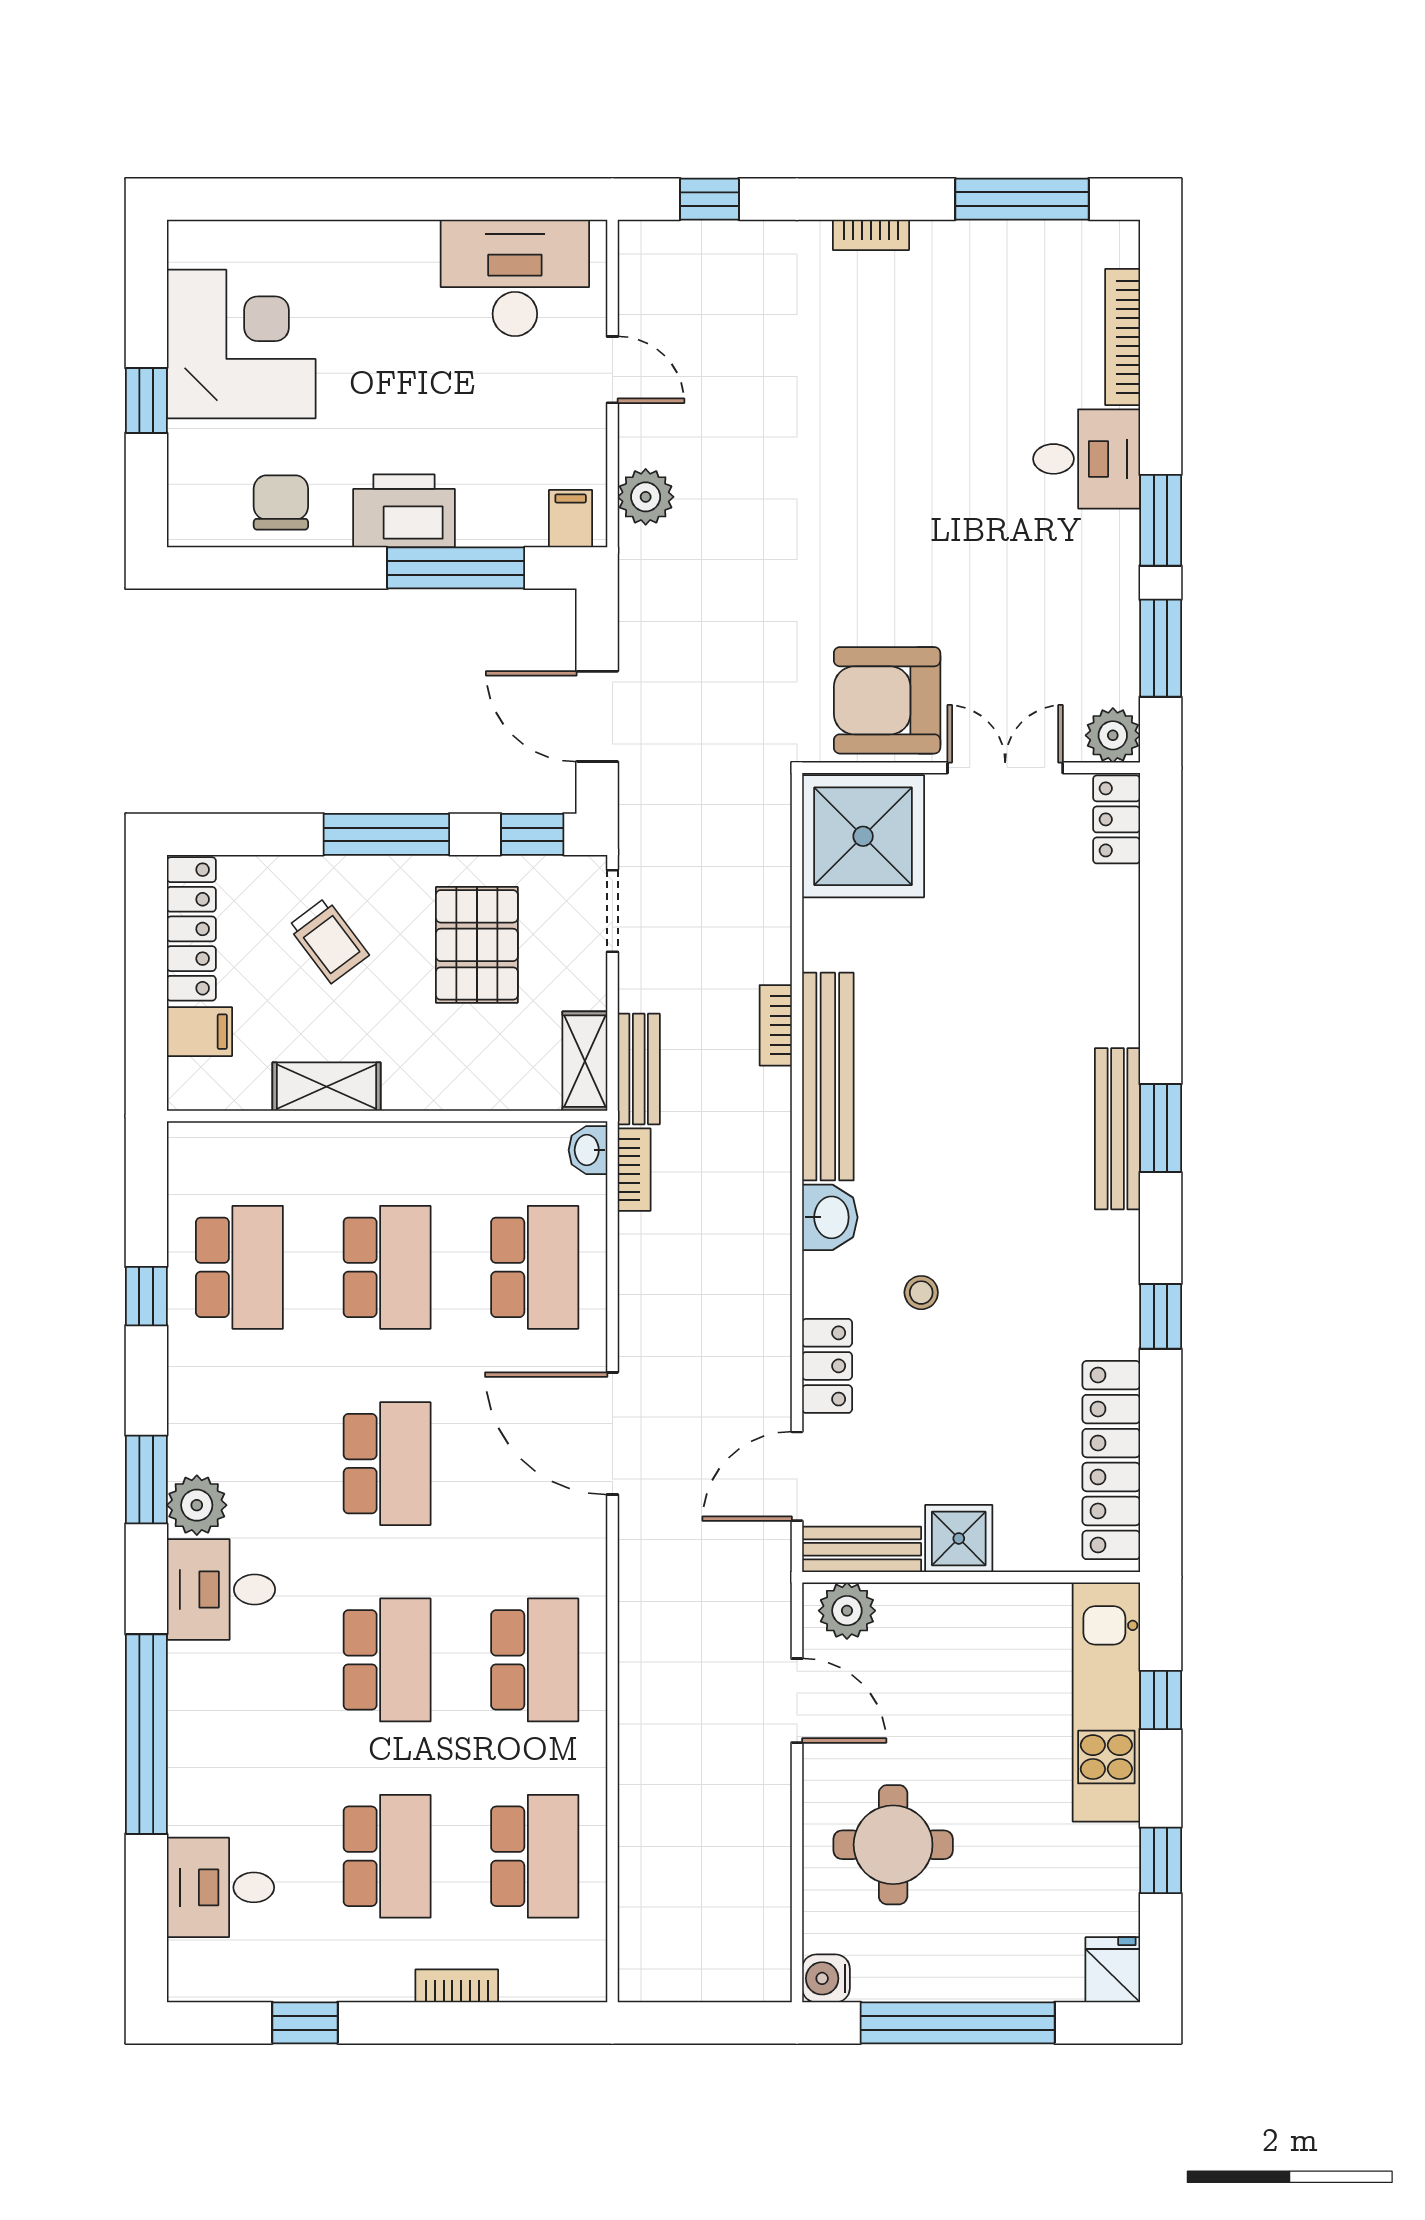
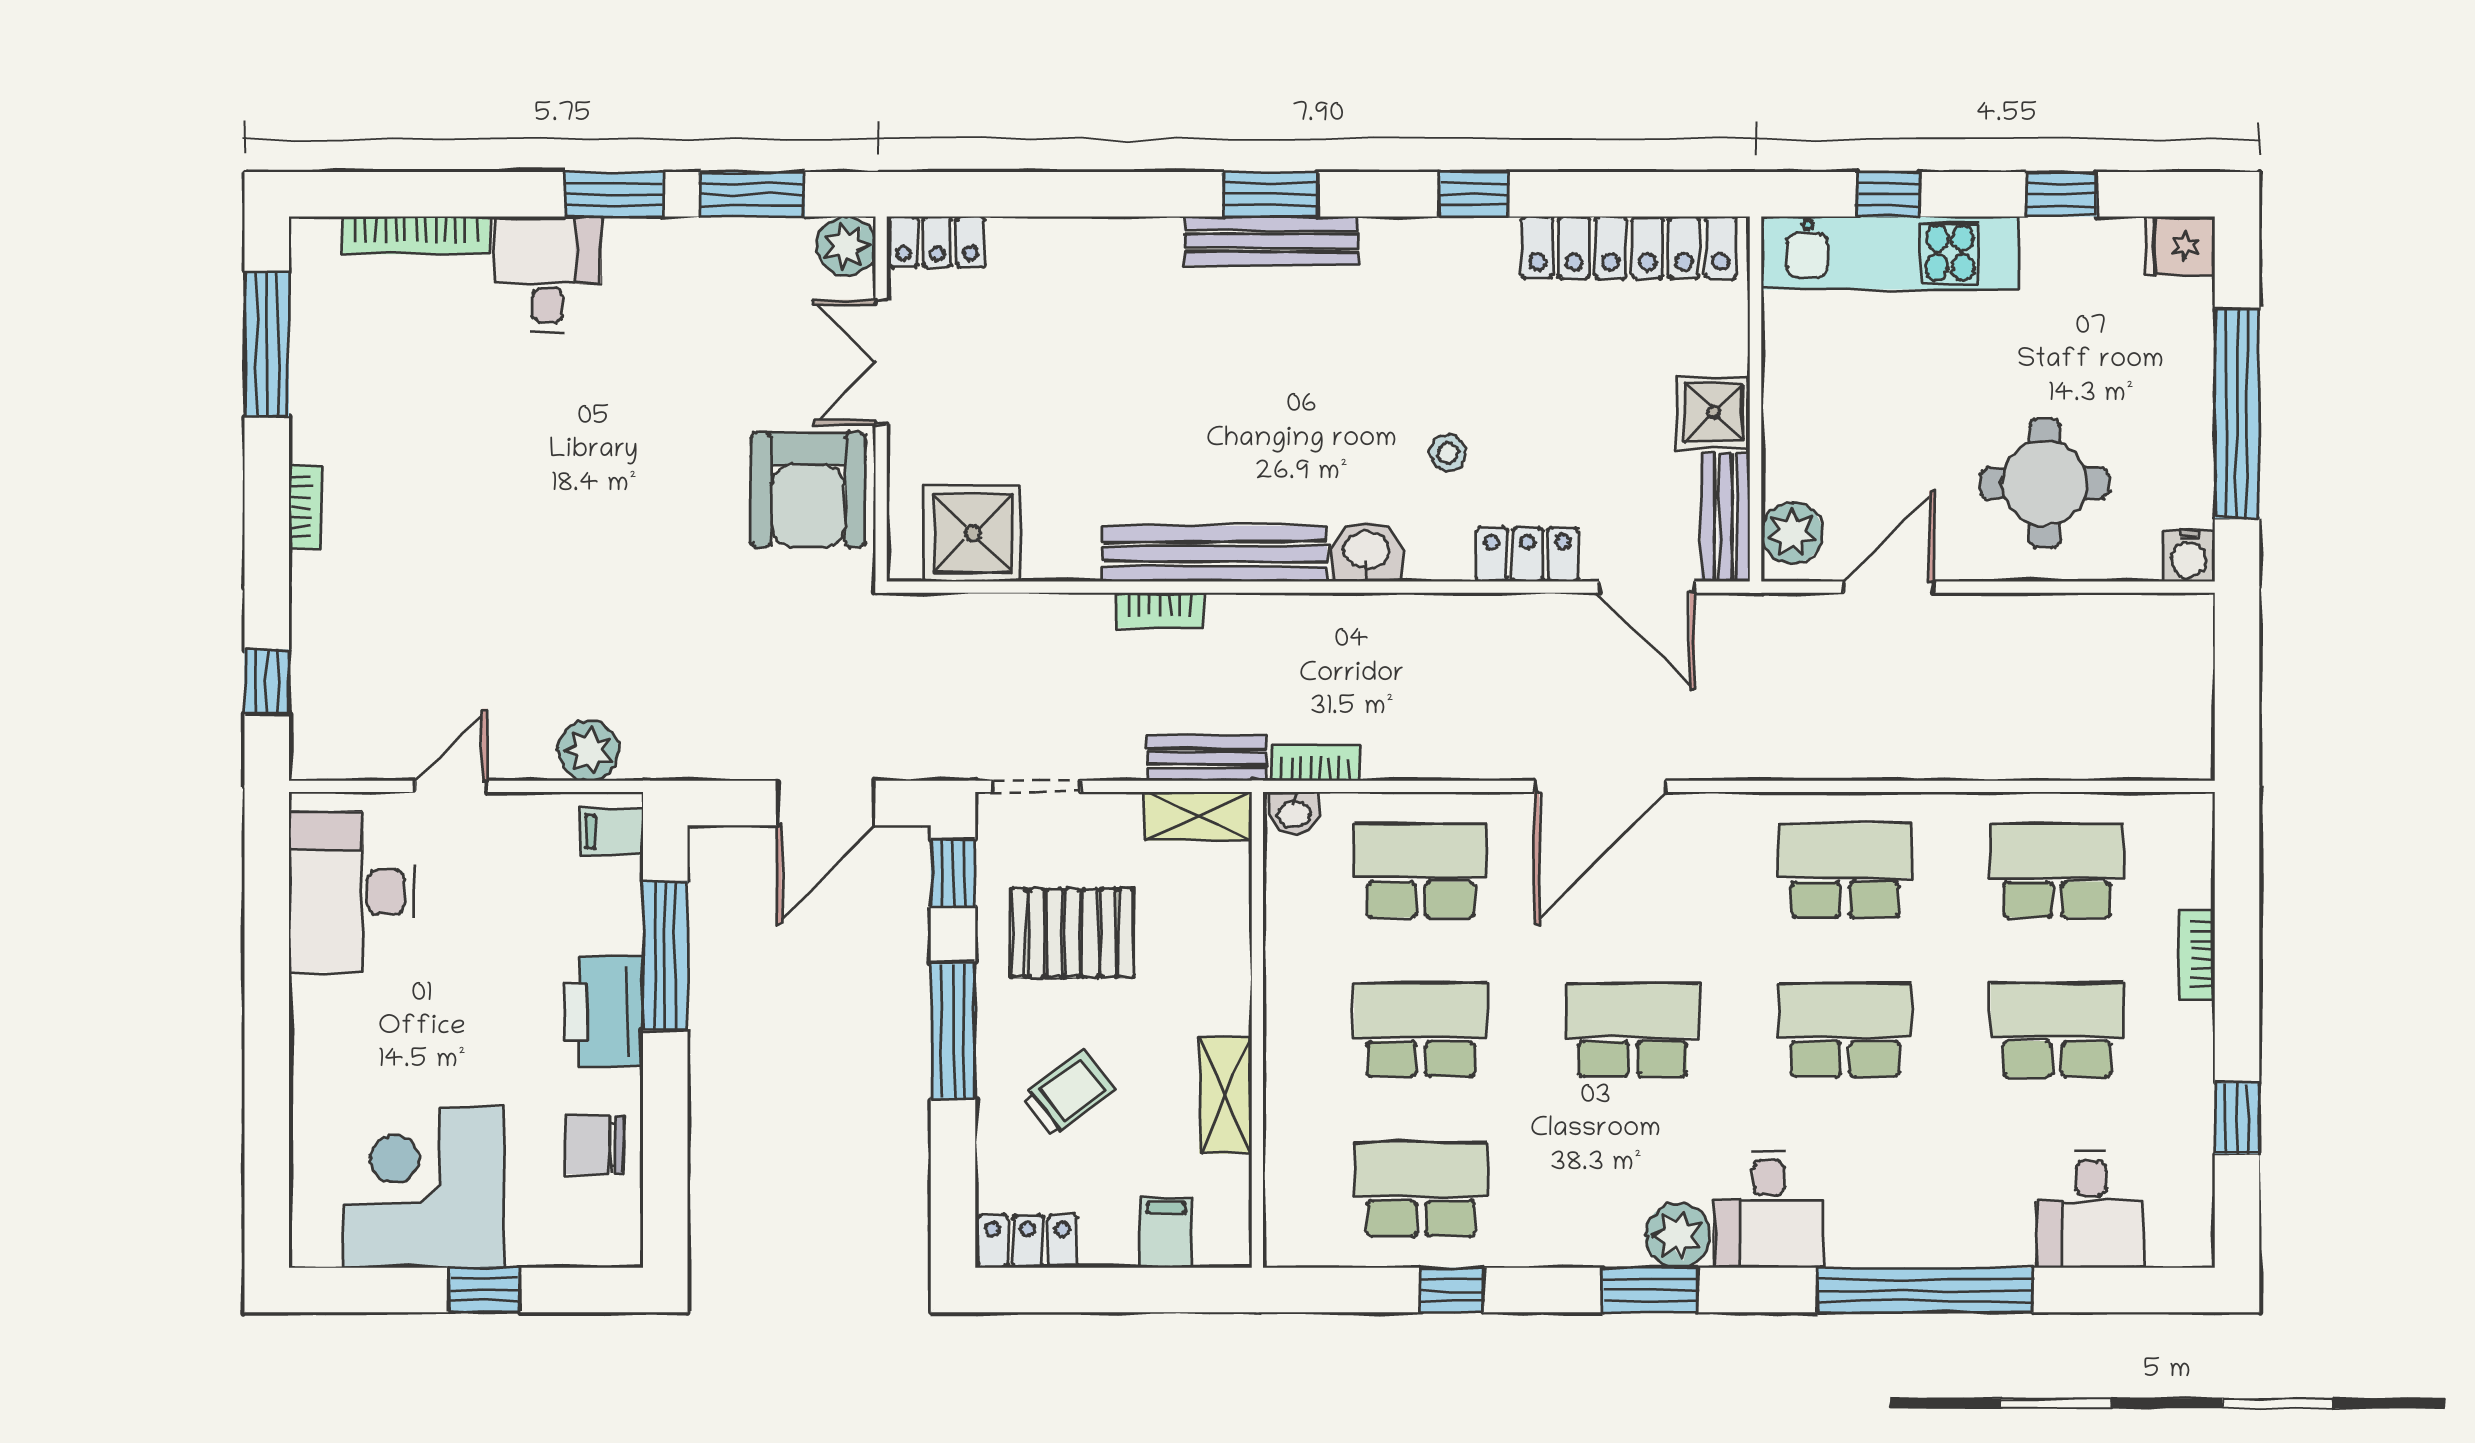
shower: (863, 836) -> (973, 533), width x0.73, depth x0.73
locker: (191, 929) -> (1028, 1241), width x0.66

